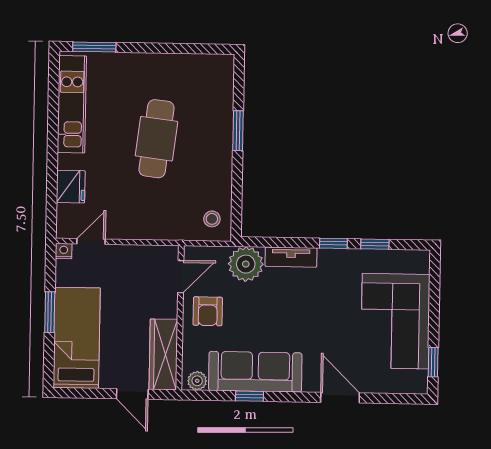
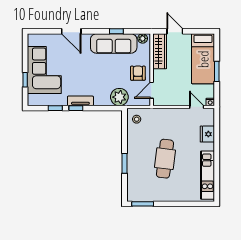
window: (94, 47) -> (143, 204), moved
door: (91, 241) -> (197, 107), swing flipped
tv unit: (291, 257) -> (80, 101), moved
window: (433, 362) -> (25, 80), moved

